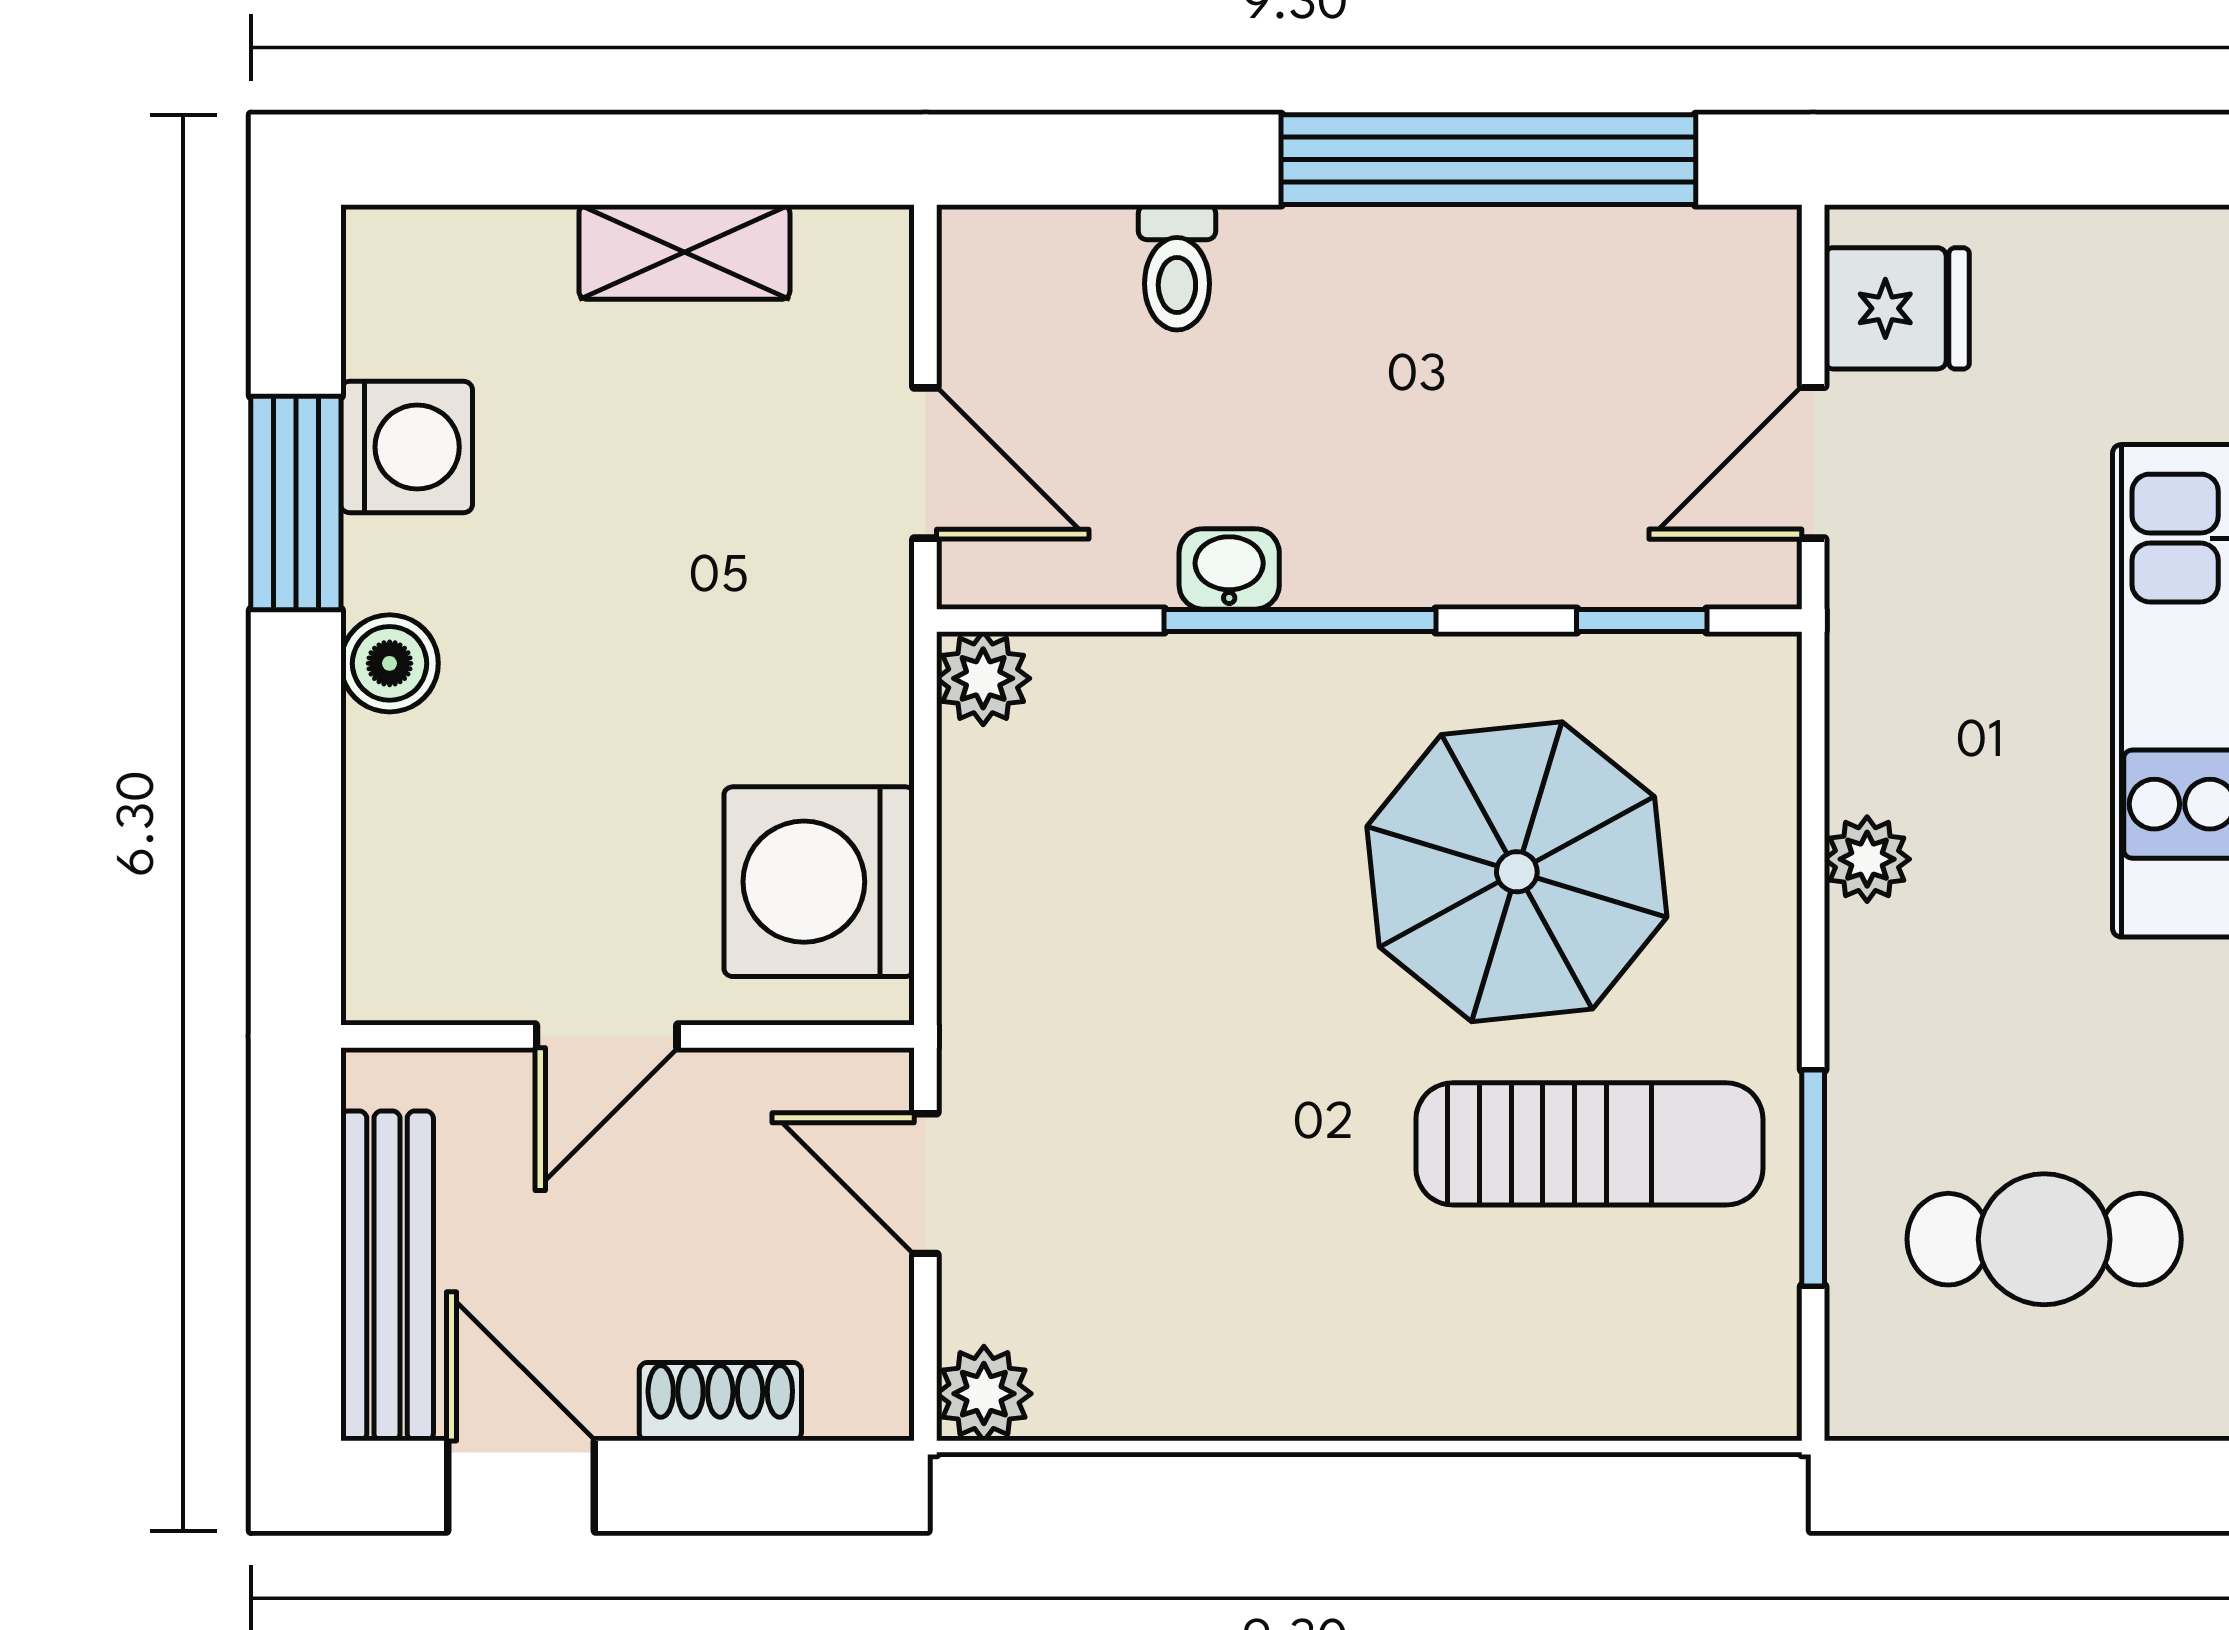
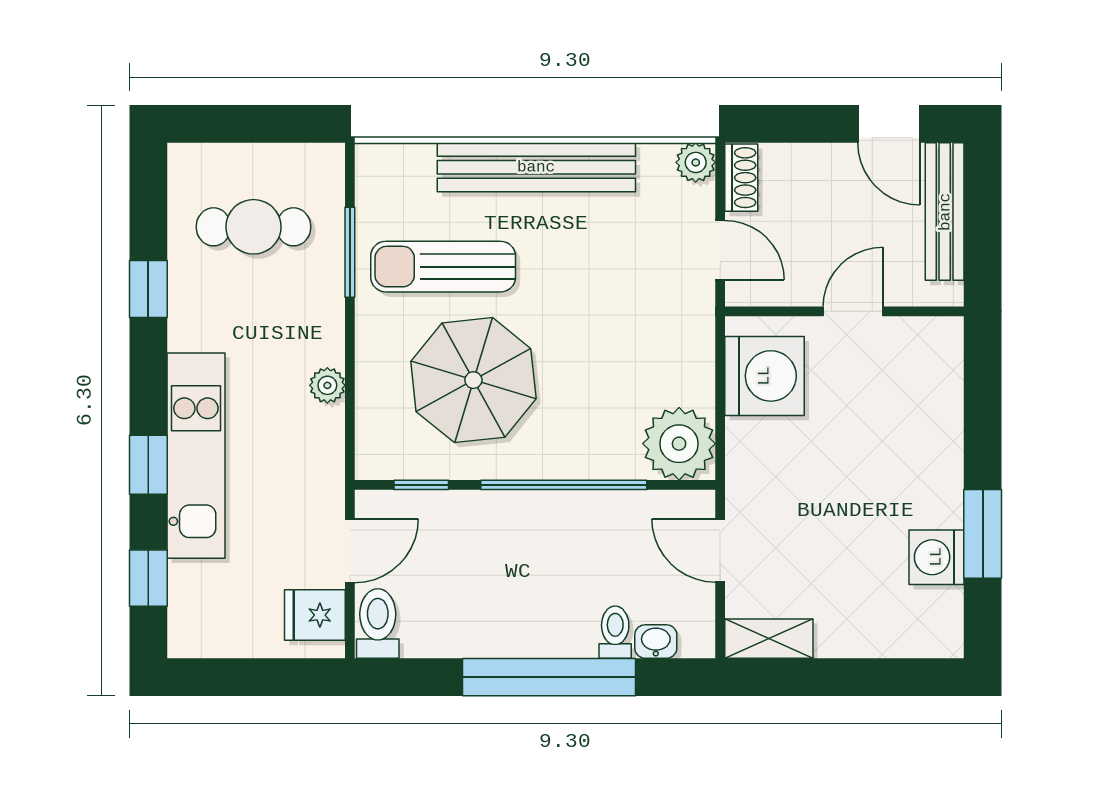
window: (1488, 160) -> (549, 677), moved
shelving: (684, 252) -> (769, 639), moved
toilet: (1746, 288) -> (378, 623), added
washbasin: (1229, 569) -> (656, 641), moved, turned 180
window: (1300, 620) -> (564, 485), width x1.46
boiler: (390, 663) -> (944, 467), removed
plant: (983, 678) -> (679, 444), width x1.88, depth x1.88
bench: (1366, 1382) -> (536, 167), added
shoe rack: (720, 1402) -> (741, 178), moved, turned -90

